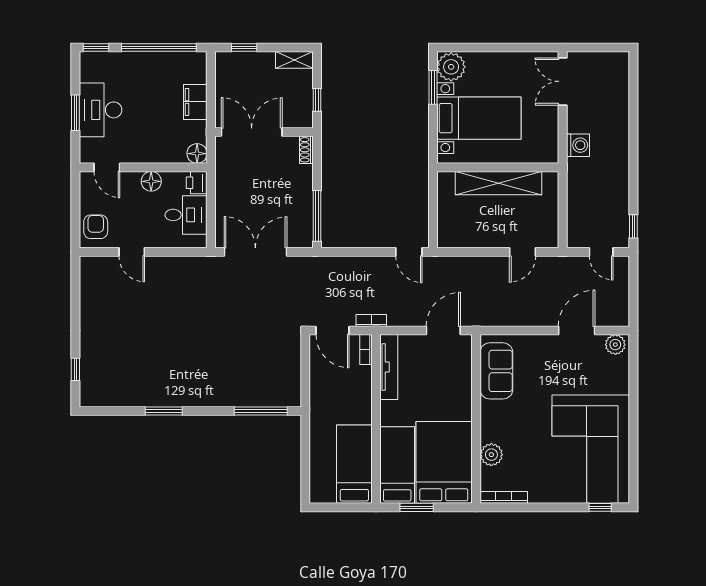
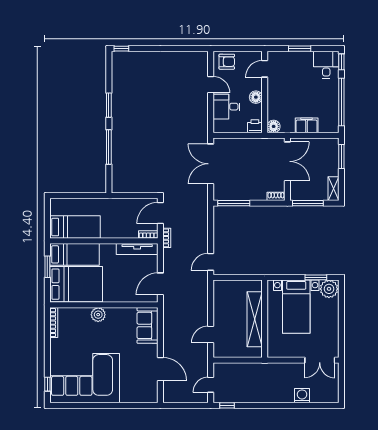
window: (244, 48) -> (341, 157), width x1.50
double door: (563, 81) -> (320, 360), swing flipped
window: (317, 100) -> (308, 203), width x2.17
desk: (100, 110) -> (326, 65), moved, width x0.73
washing machine: (578, 145) -> (302, 396), moved, turned 180
desk: (186, 215) -> (227, 107), moved, turned 90
door: (132, 252) -> (211, 85), swing flipped
double door: (255, 252) -> (211, 164), swing flipped
door: (523, 252) -> (211, 335), hinge flipped
door: (443, 330) -> (160, 284), swing flipped
plant: (615, 345) -> (151, 394), removed
window: (75, 369) -> (121, 49), moved
sofa: (496, 371) -> (148, 325), moved, turned 90
window: (261, 411) -> (109, 147), moved
plant: (491, 455) -> (98, 315), moved

